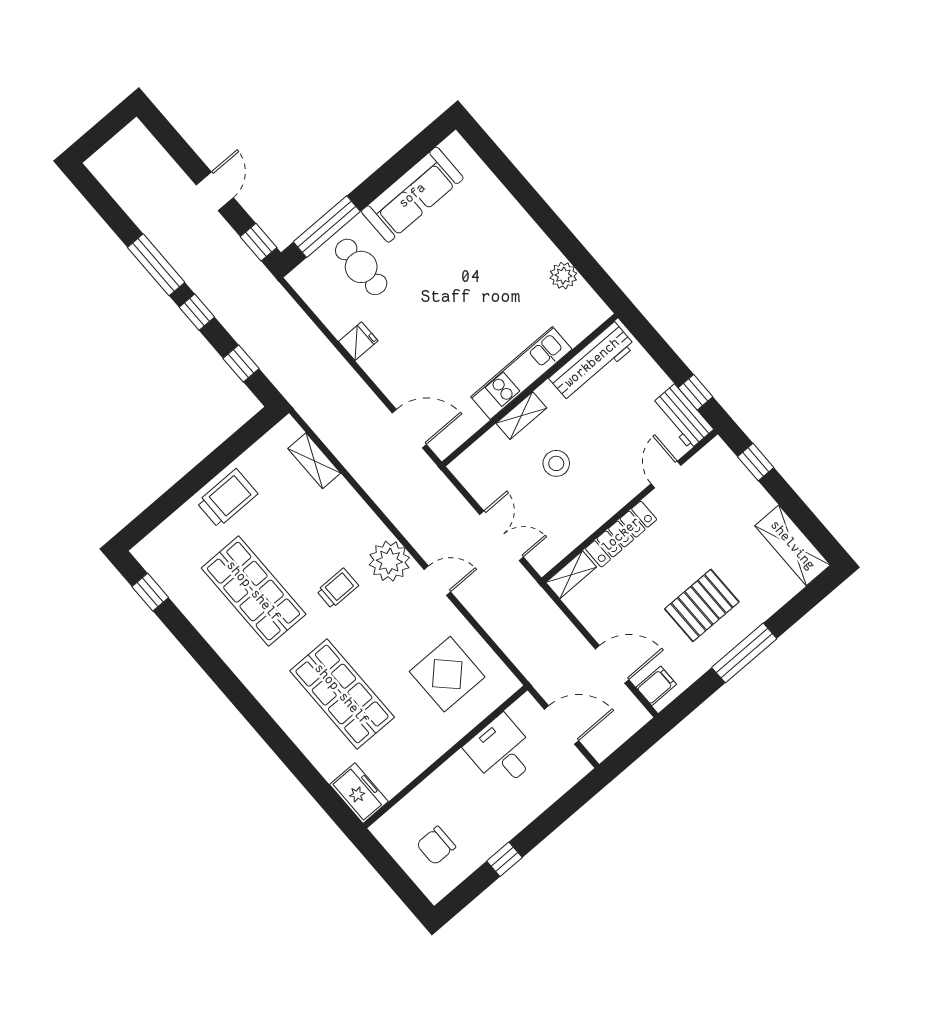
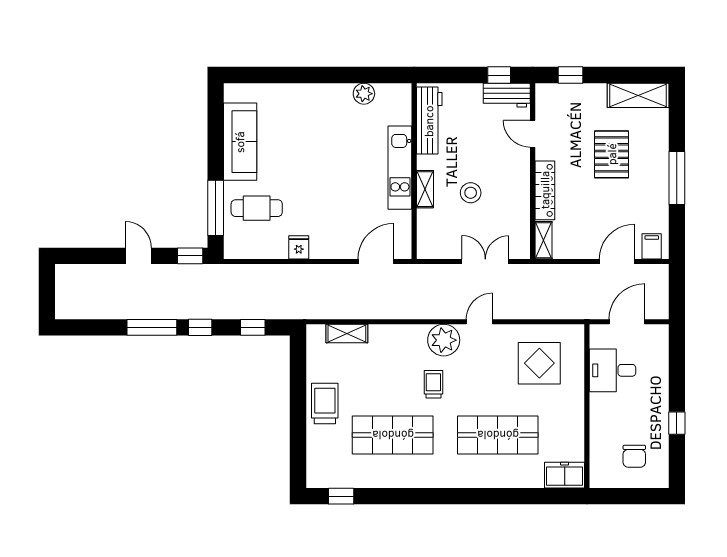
pallet: (702, 605) -> (612, 154), moved

